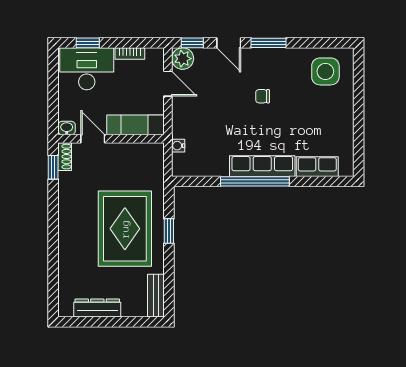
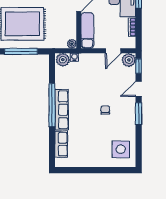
plant: (157, 150) -> (72, 44), added
plant: (182, 164) -> (63, 60), added
window: (169, 231) -> (21, 51), width x2.17

